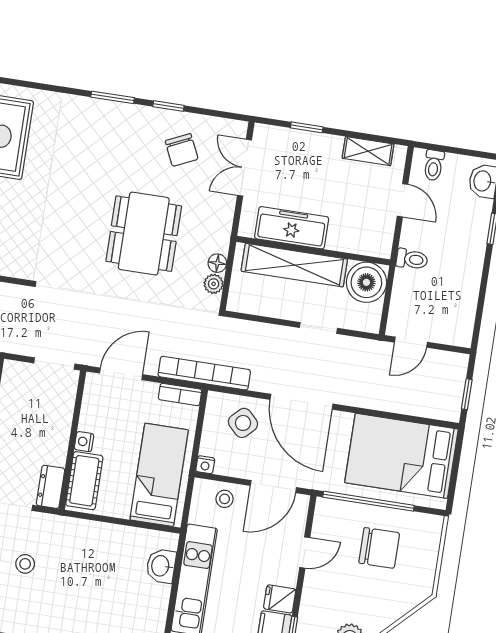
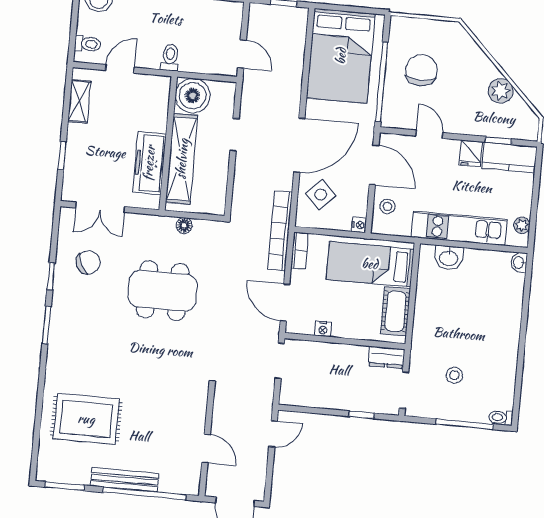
plant: (214, 284) -> (202, 228), removed
nightstand: (84, 442) -> (323, 329), moved
cot: (84, 481) -> (395, 311), moved, turned 90

